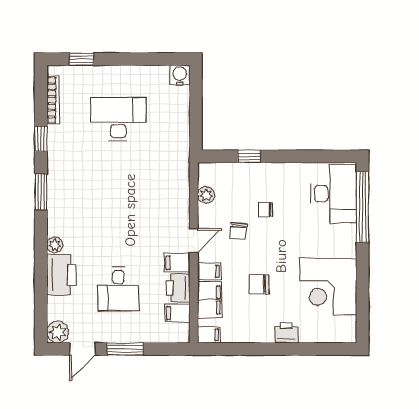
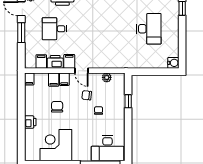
filing cabinet: (210, 300) -> (54, 80), width x0.50

